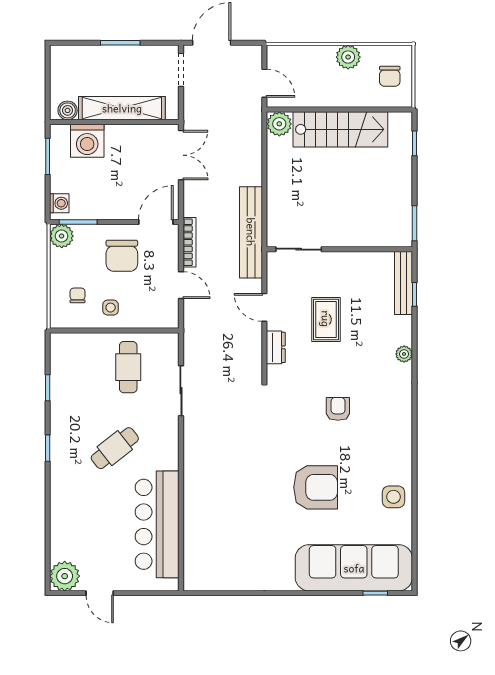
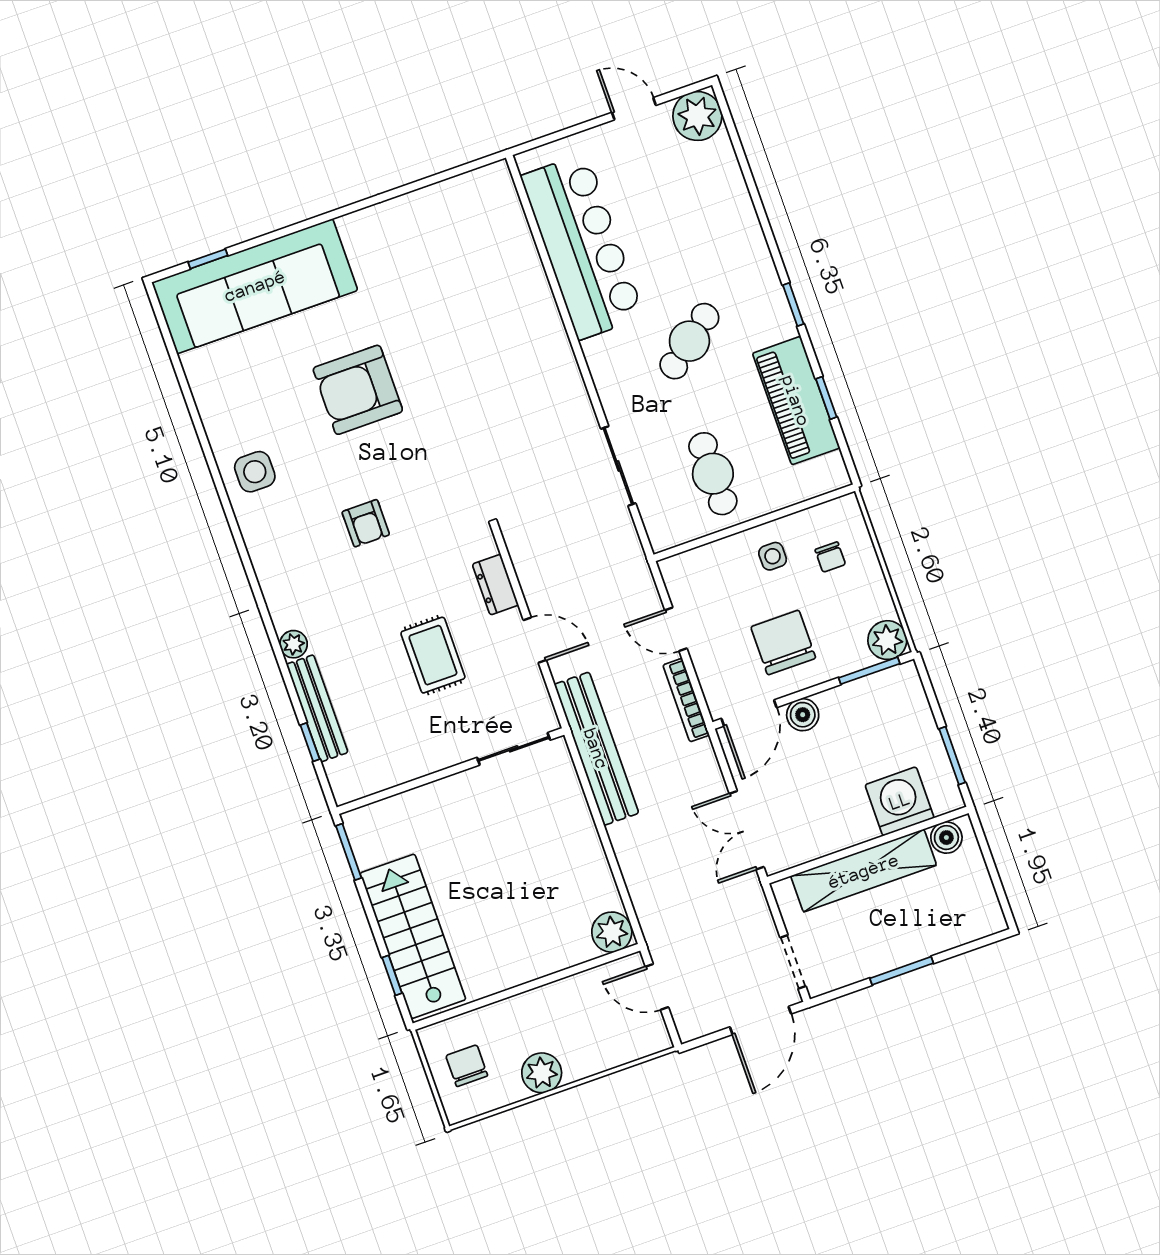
stairs: (340, 129) -> (413, 936), moved, turned 90
washing machine: (59, 203) -> (909, 690), removed
boiler: (125, 210) -> (803, 715), added
bench: (404, 283) -> (317, 708), moved
piano: (65, 392) -> (796, 401), added
side table: (393, 497) -> (255, 472), moved

